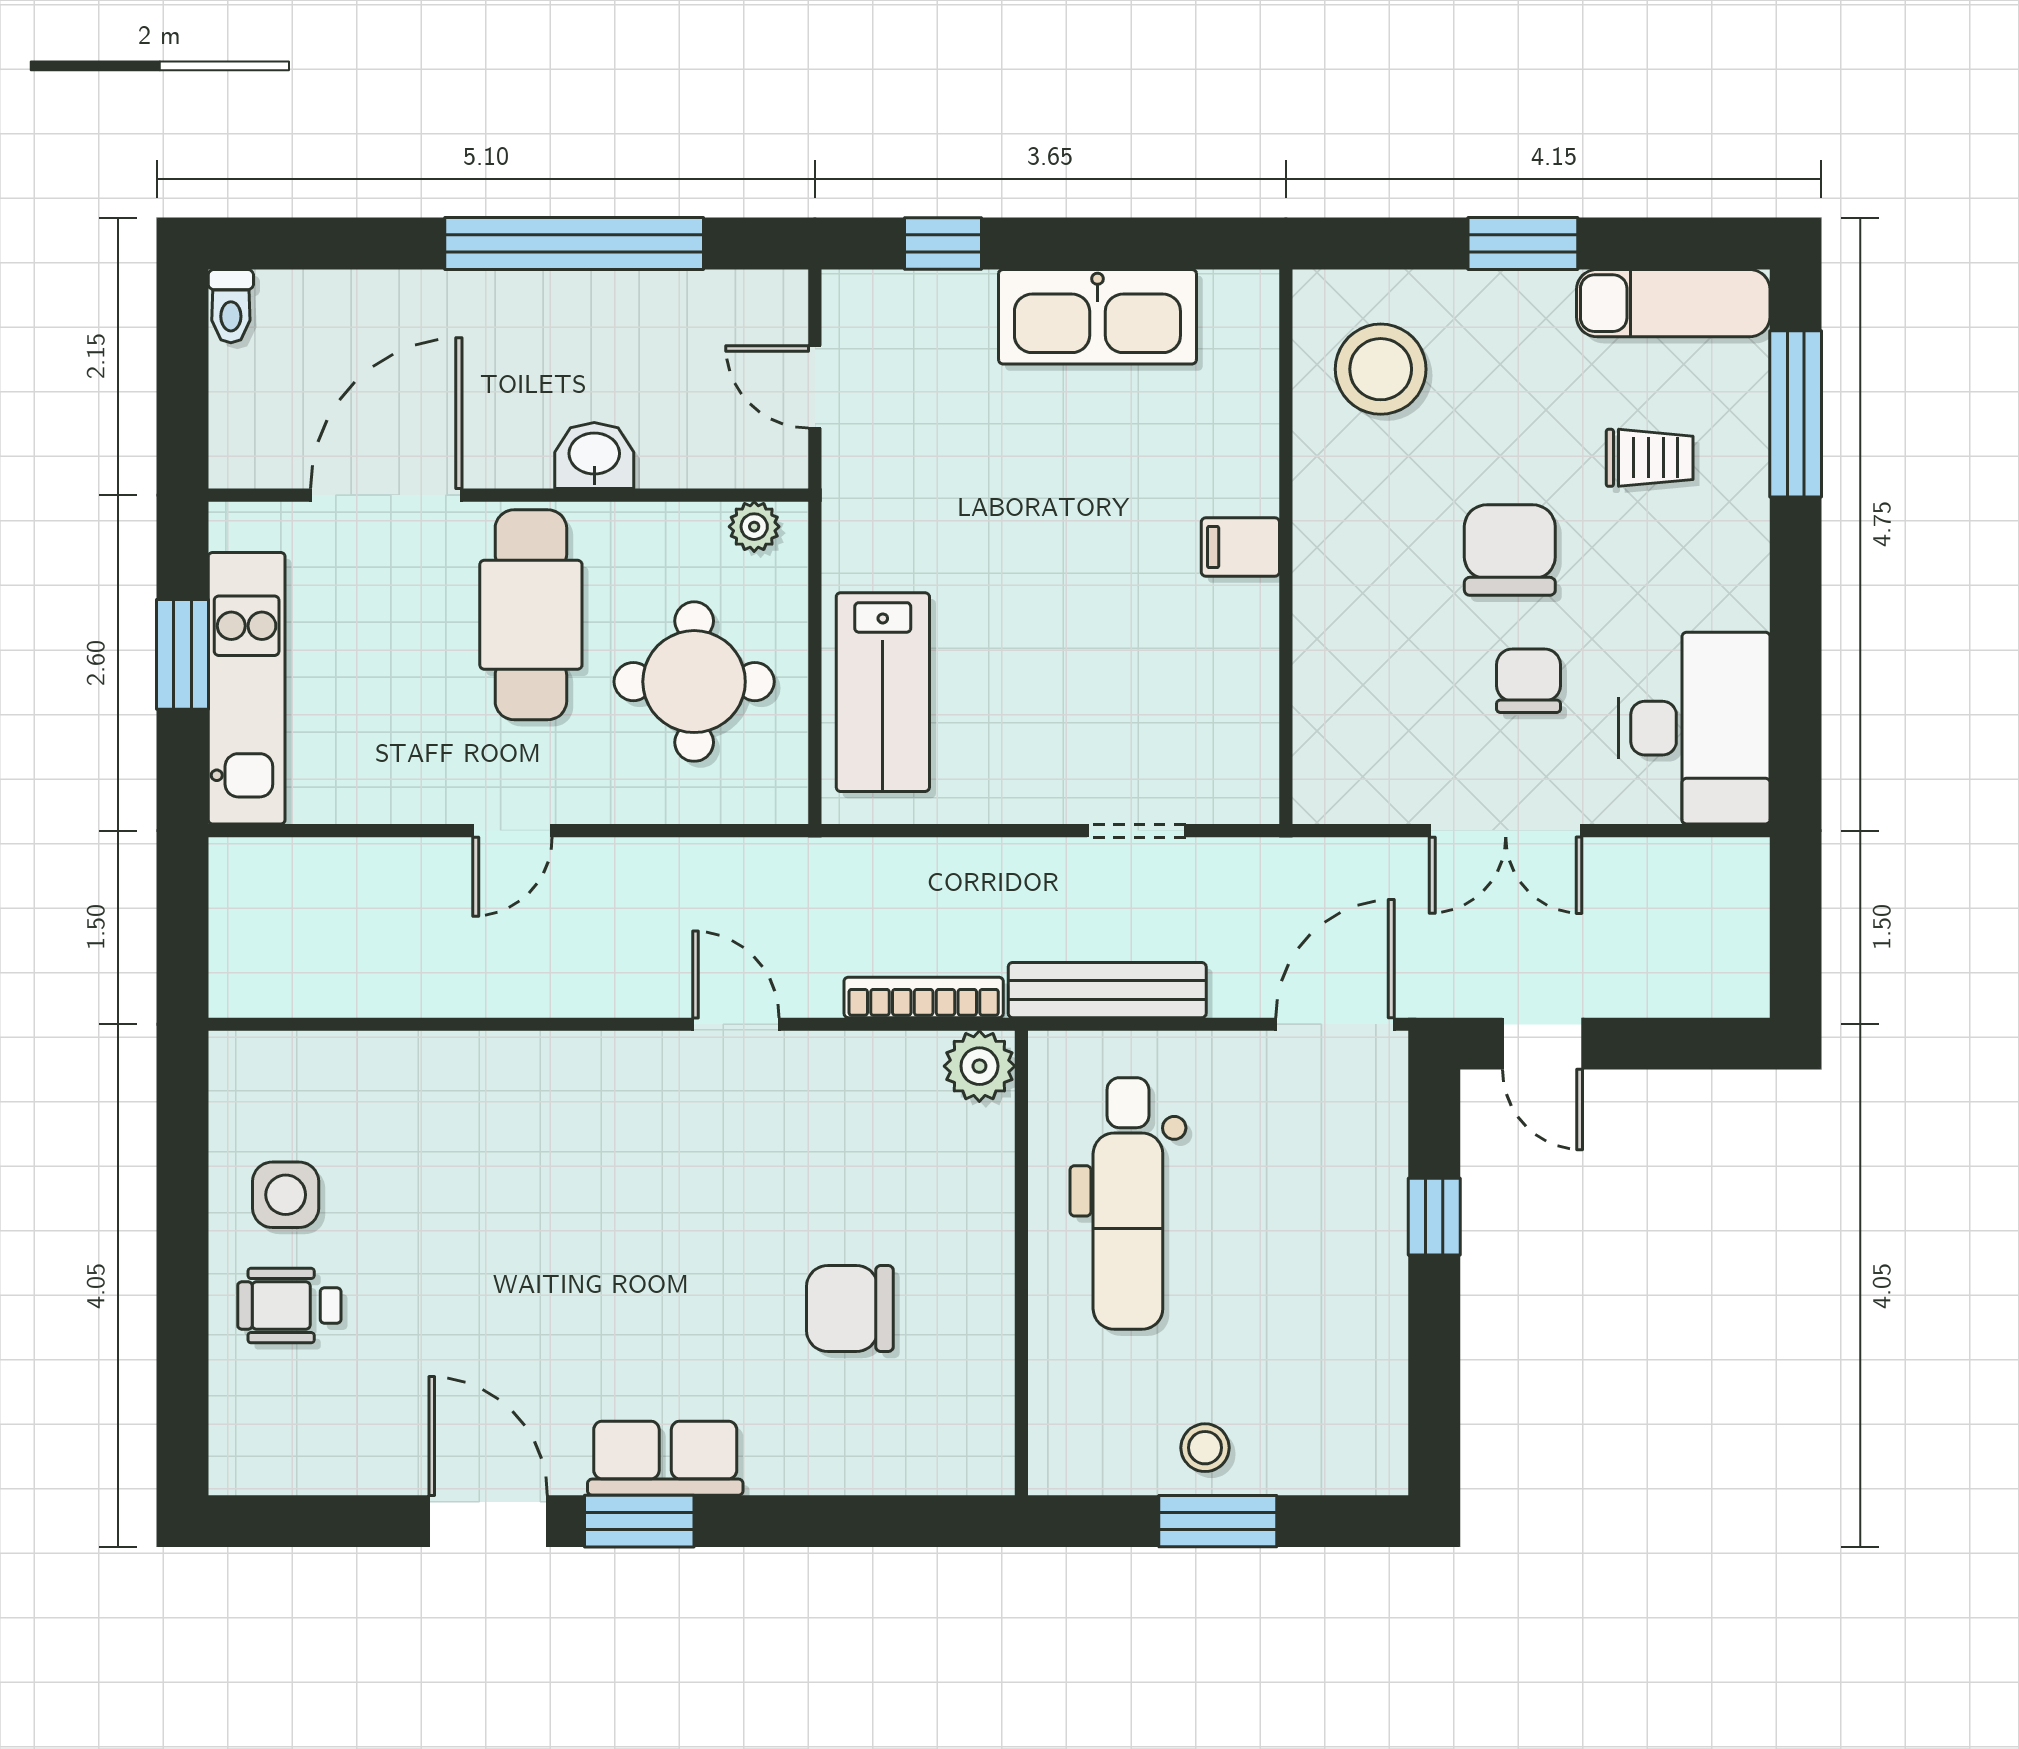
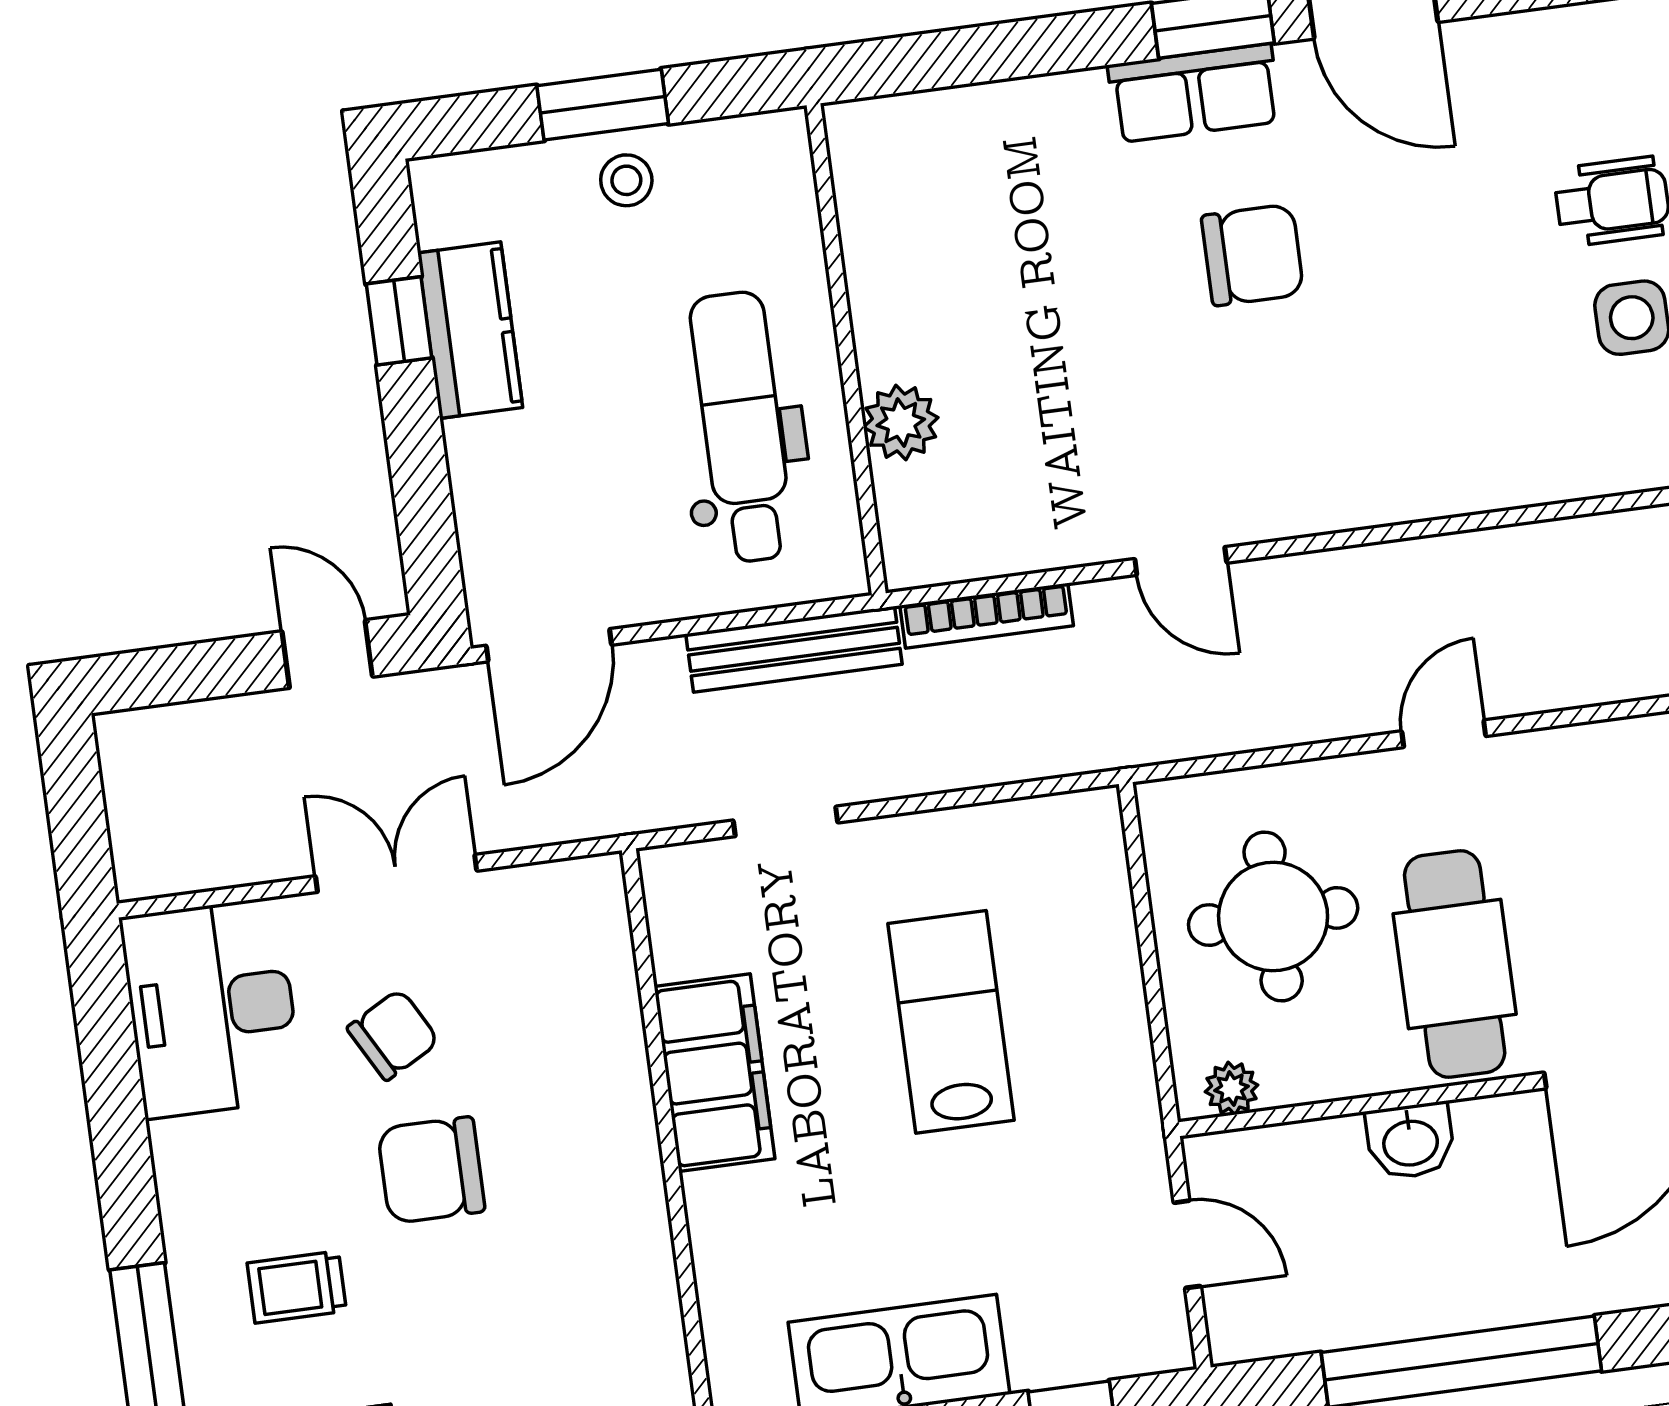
stool: (1381, 369) -> (593, 1343), removed
filing cabinet: (1240, 547) -> (714, 1073), width x3.00, depth x1.17
chair: (1510, 550) -> (431, 1170), turned 90
chair: (1528, 681) -> (393, 1035), turned -119
lab bench: (883, 692) -> (951, 1022), moved
plant: (979, 1066) -> (901, 422), moved
window: (1434, 1217) -> (399, 321), moved
chair: (850, 1308) -> (1253, 255), moved
kitchen counter: (1369, 1327) -> (470, 330), added

